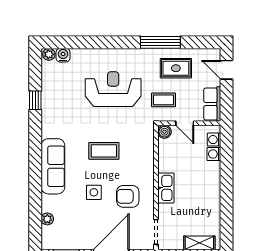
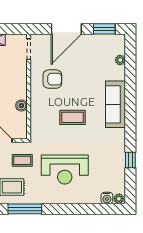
boiler: (164, 132) -> (21, 106), moved
kitchen sink: (166, 188) -> (20, 86), removed
side table: (94, 192) -> (81, 82), removed

